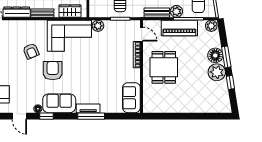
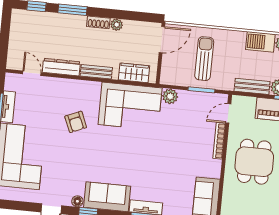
door: (142, 34) -> (228, 113), swing flipped
armchair: (53, 71) -> (103, 151), removed

